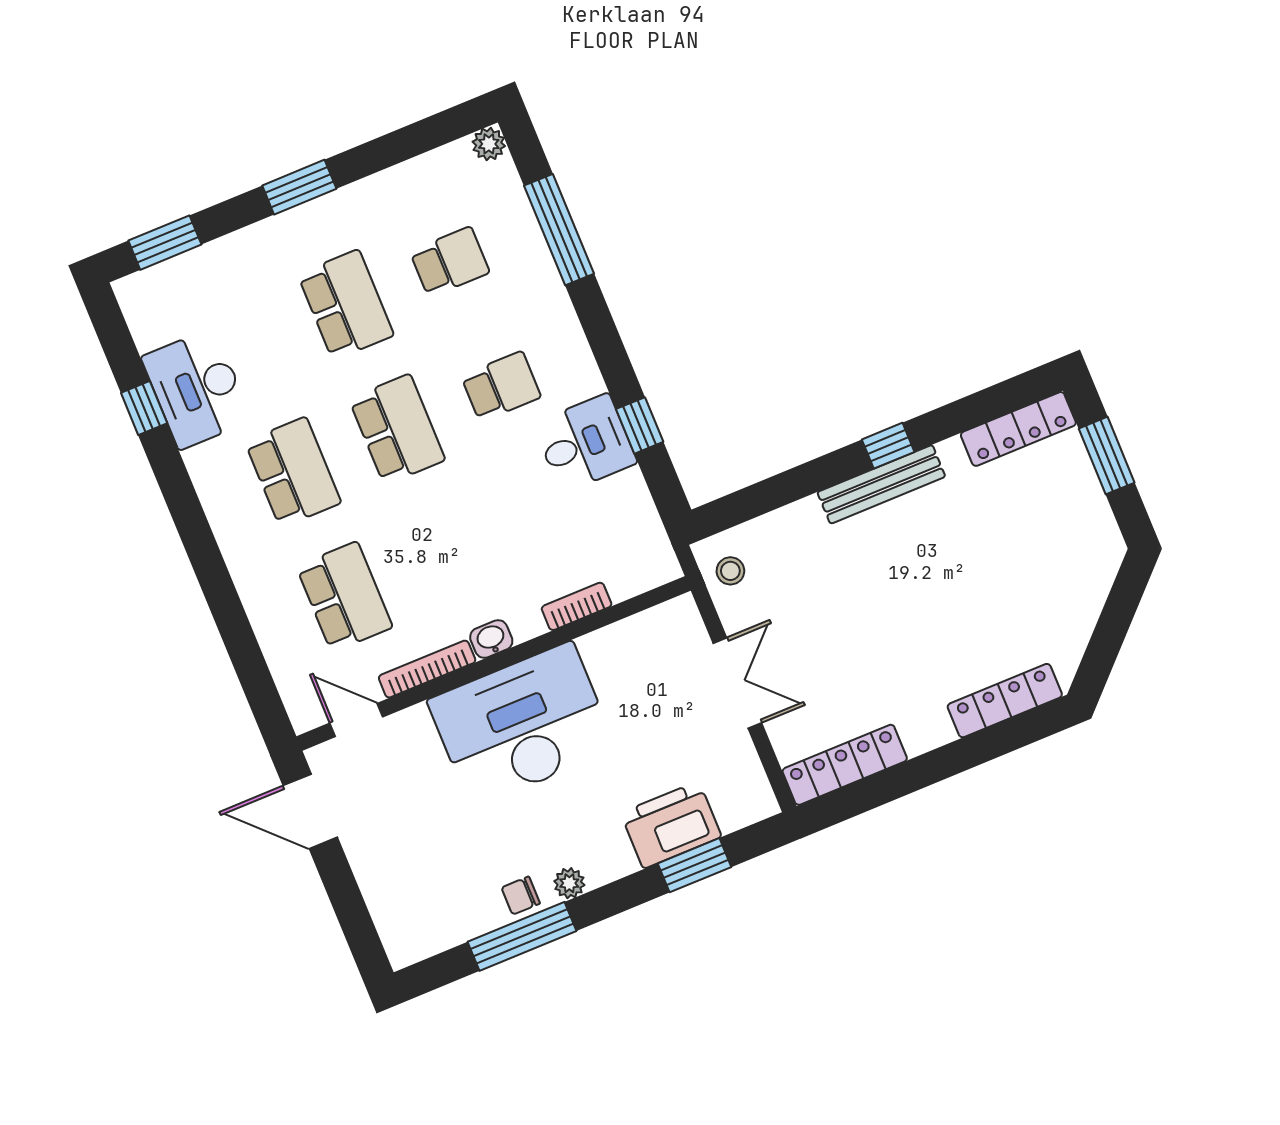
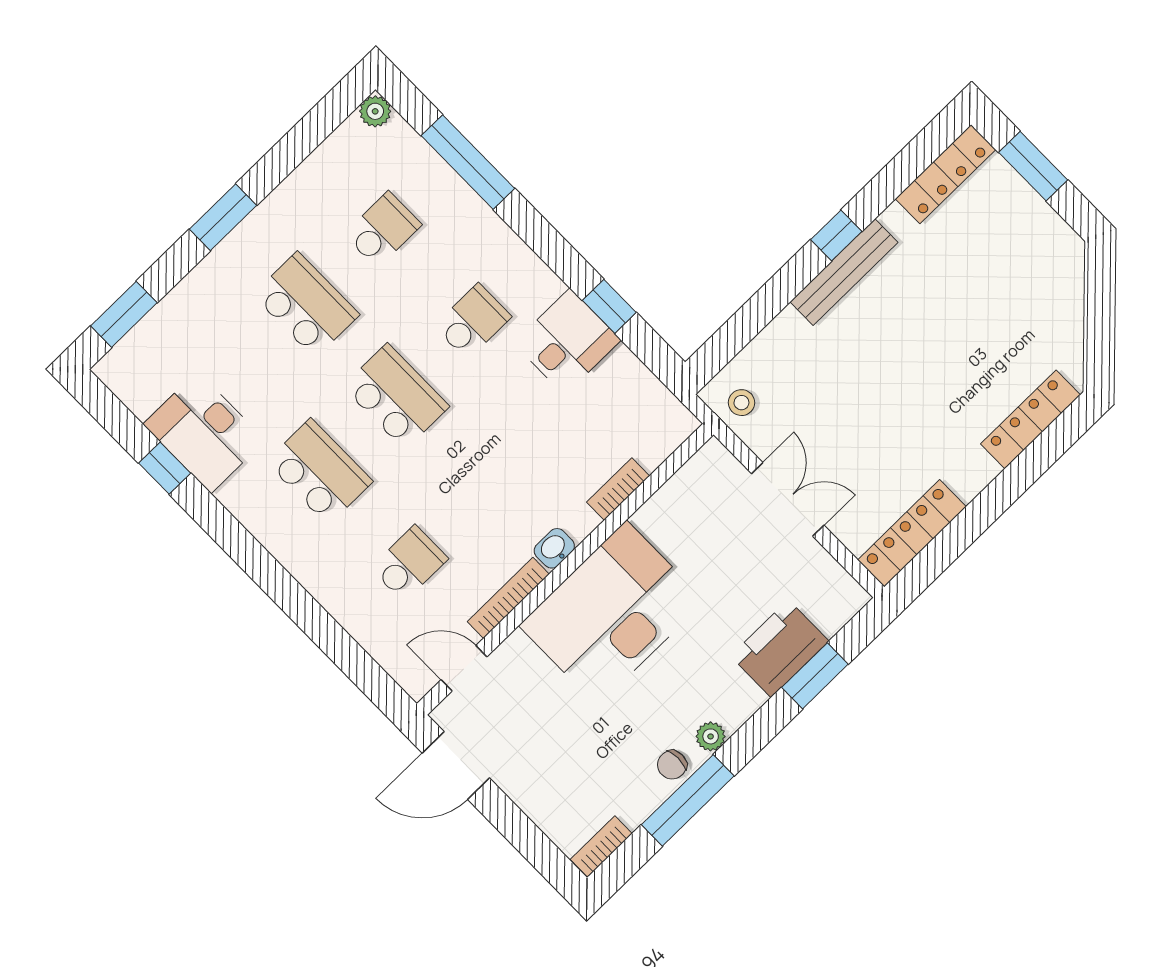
school desk: (344, 597) -> (409, 563), width x0.54
bookcase: (420, 947) -> (601, 846), added

